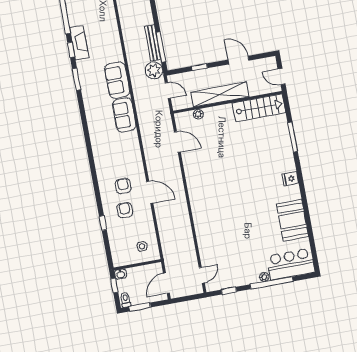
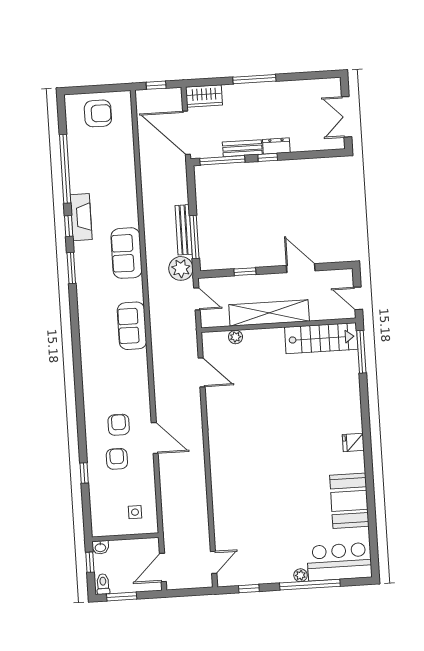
sofa: (117, 80) -> (127, 253), moved
window: (293, 137) -> (361, 352), moved

